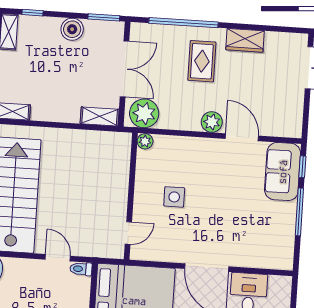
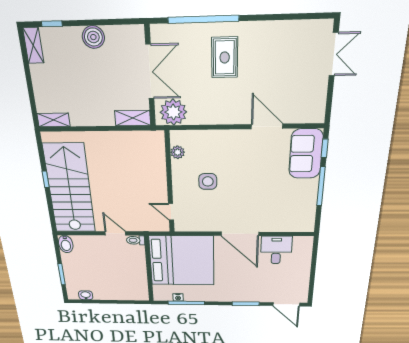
window: (104, 17) -> (122, 22), removed
wardrobe: (245, 40) -> (267, 32), removed
plant: (212, 122) -> (238, 115), removed
plant: (145, 141) -> (178, 152), moved
door: (128, 233) -> (171, 212), swing flipped

